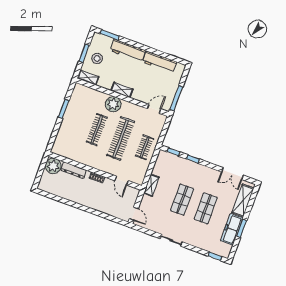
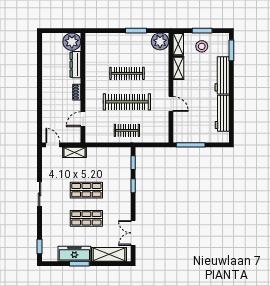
shelving: (122, 90) -> (178, 68), moved
plant: (113, 104) -> (160, 41), moved
door: (154, 109) -> (171, 104), moved
shelving: (151, 185) -> (74, 152), moved
door: (134, 214) -> (53, 145), swing flipped

